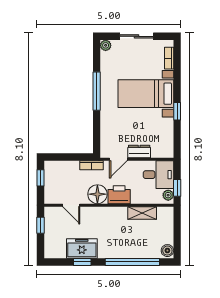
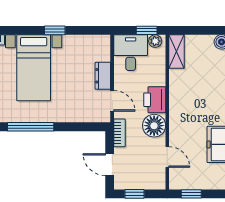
door: (65, 157) -> (110, 165), added
door: (71, 205) -> (167, 157), hinge flipped
shelving: (142, 213) -> (177, 52), moved

